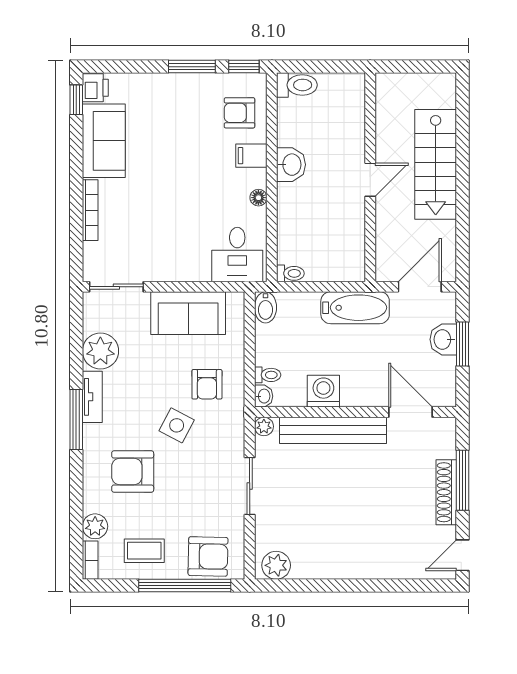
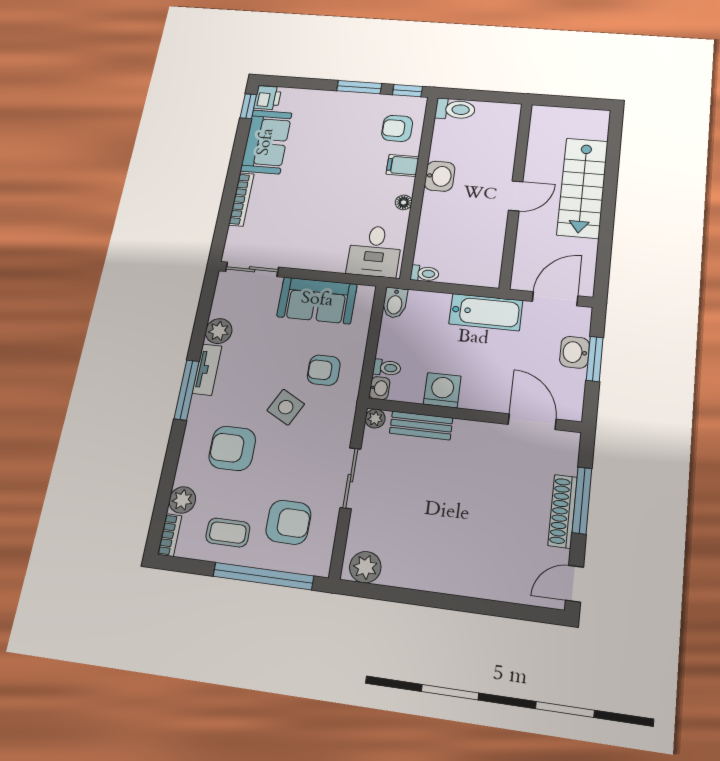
plant: (100, 351) -> (219, 331), width x0.73, depth x0.73
armchair: (207, 384) -> (324, 370), turned 90
bench: (333, 430) -> (421, 425), width x0.54, depth x0.82
armchair: (208, 556) -> (288, 522), moved

